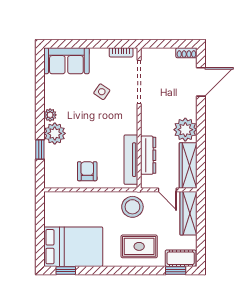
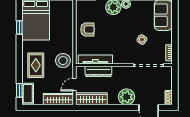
plant: (185, 130) -> (126, 97), moved
window: (66, 270) -> (19, 28), moved

